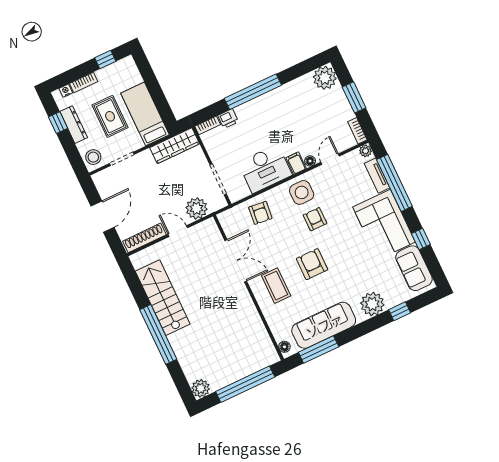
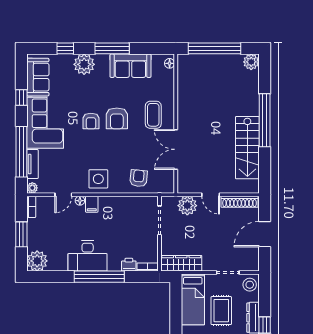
desk: (265, 169) -> (88, 256), moved, turned 180
armchair: (315, 219) -> (91, 121), moved
sofa: (324, 325) -> (130, 66), width x0.73
window: (319, 350) -> (112, 48), moved

